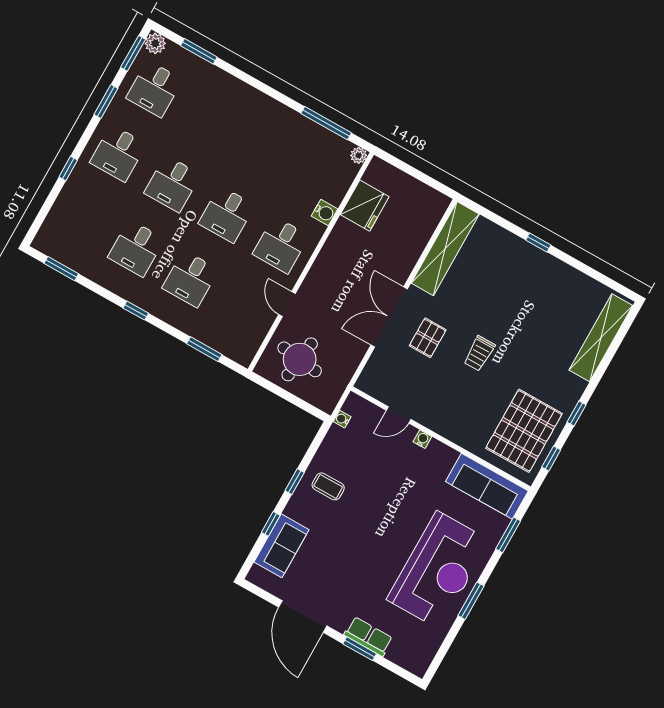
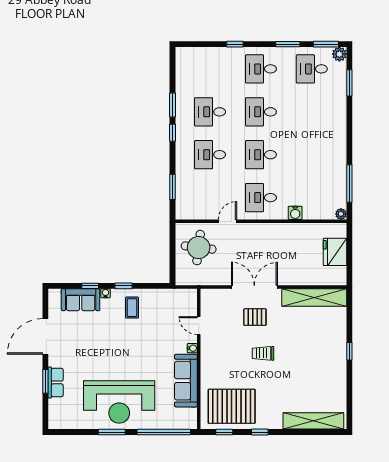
fridge: (365, 206) -> (335, 252), moved, turned 90
window: (61, 269) -> (172, 105), moved
water cooler: (342, 419) -> (105, 293), moved
sofa: (487, 486) -> (186, 381), moved
window: (508, 535) -> (164, 432), width x2.11

